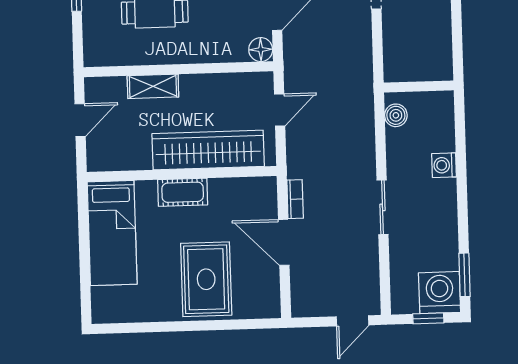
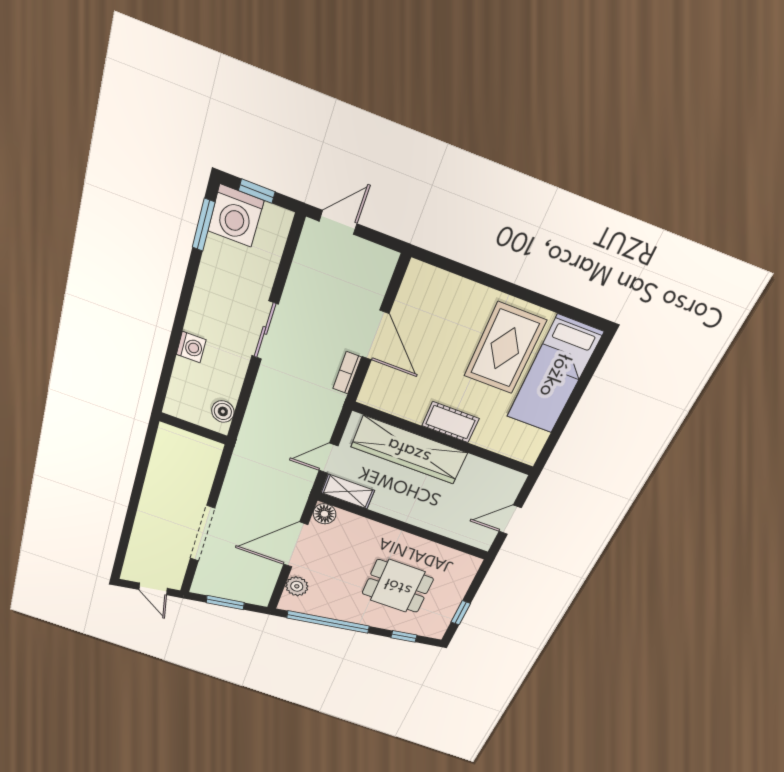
shelving: (153, 86) -> (348, 492), moved
bed: (112, 233) -> (554, 375), moved, turned 180
rug: (206, 279) -> (505, 348), moved

